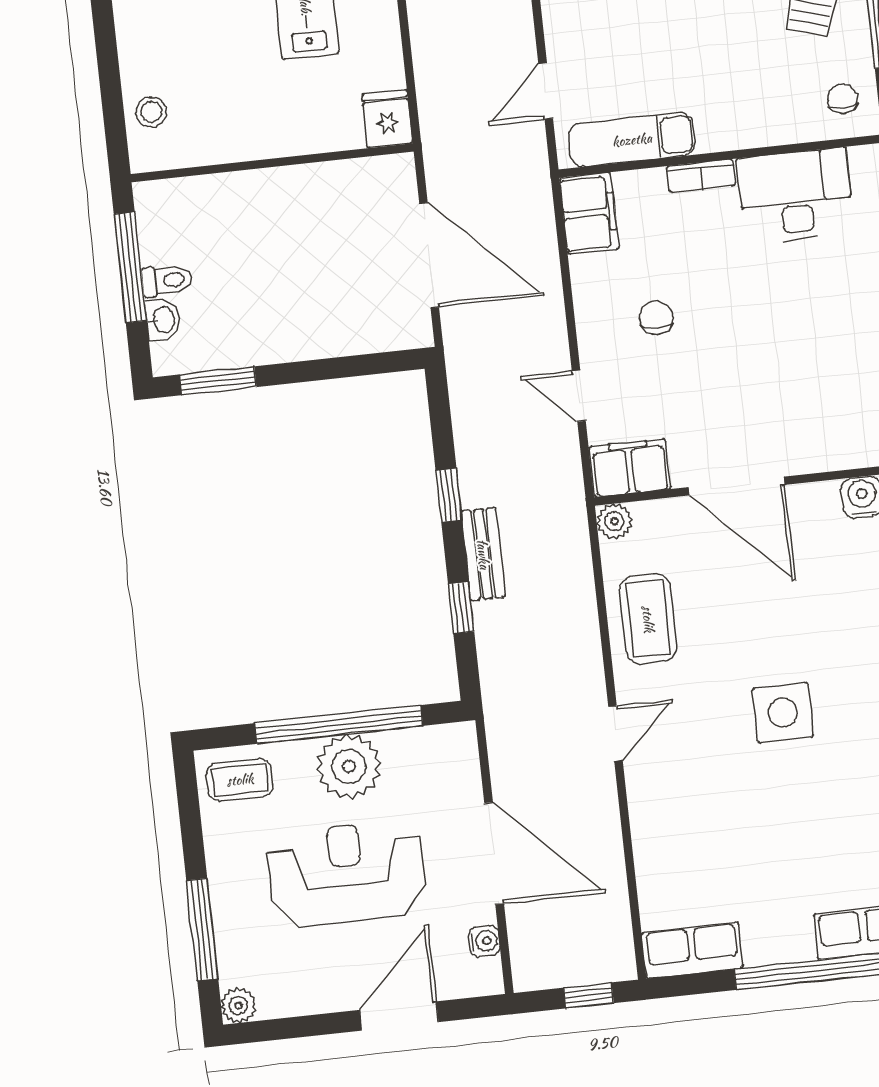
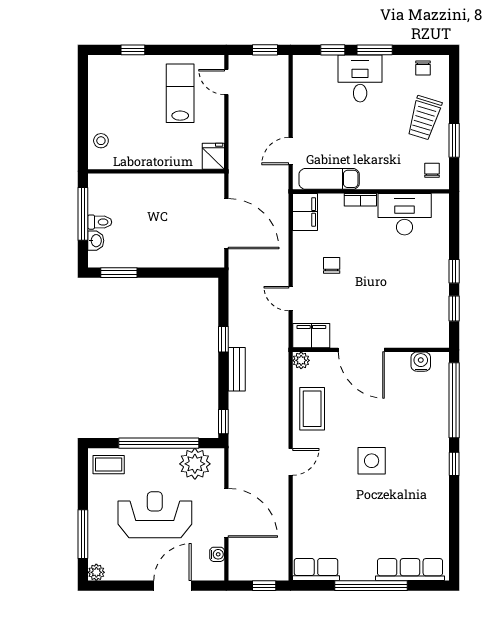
window: (461, 608) -> (223, 422), moved
plant: (349, 766) -> (195, 464), moved

